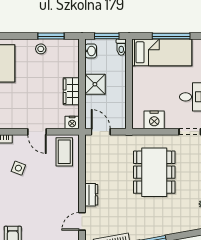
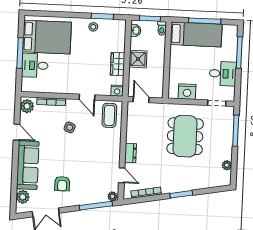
door: (82, 221) -> (122, 175), swing flipped

